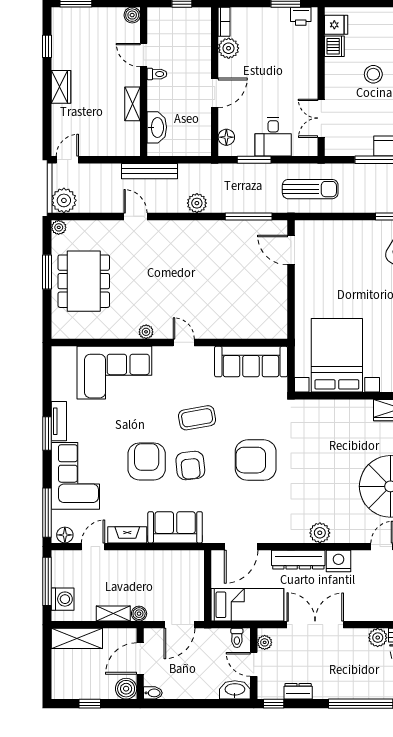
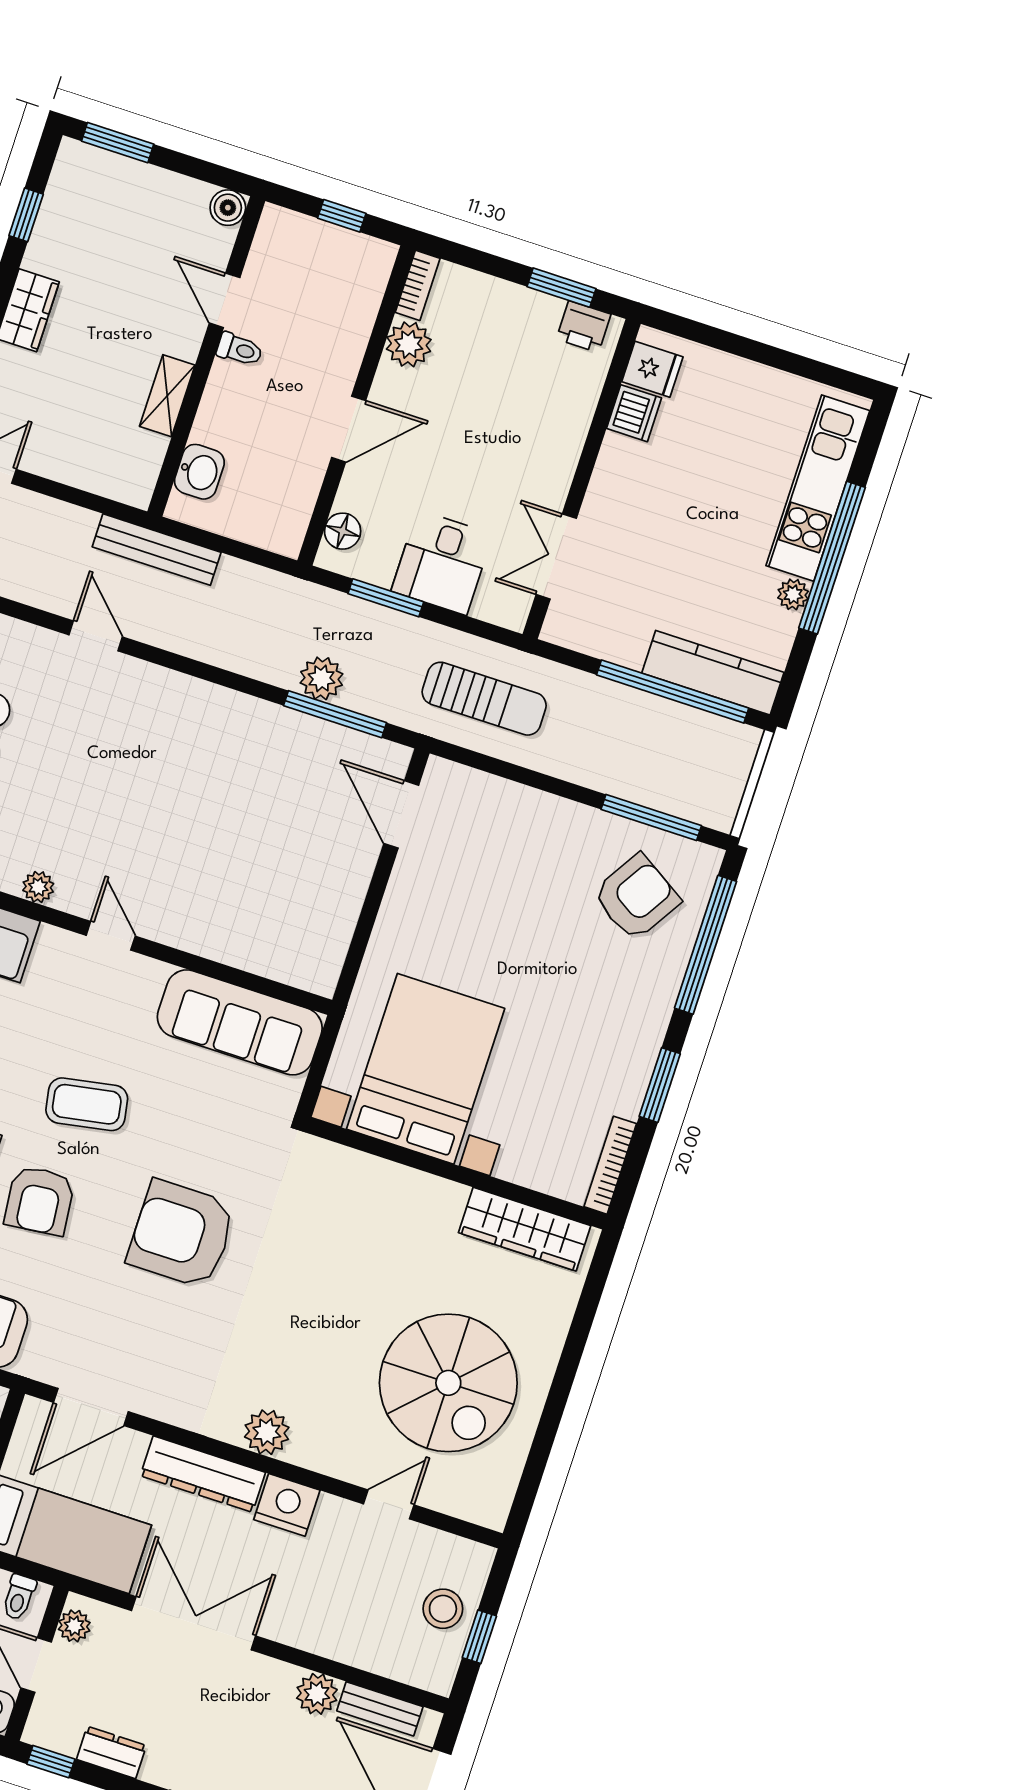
stool: (373, 74) -> (697, 499), removed
washbasin: (157, 127) -> (199, 472), width x0.72
plant: (197, 203) -> (322, 678), moved

